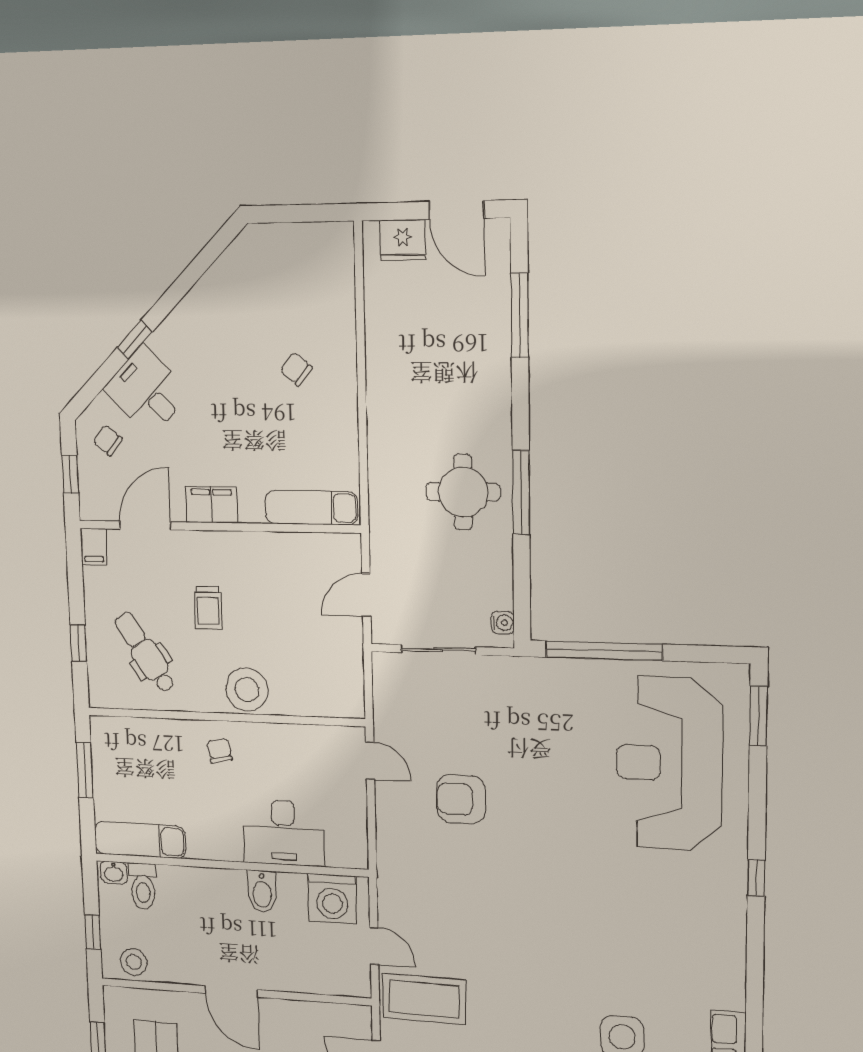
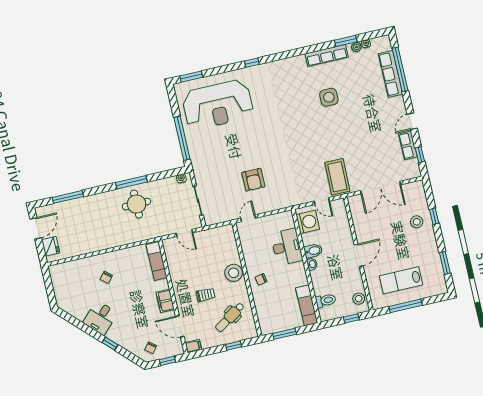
desk: (147, 391) -> (100, 318), moved
washbasin: (114, 873) -> (312, 264), moved
door: (374, 946) -> (322, 201), swing flipped

